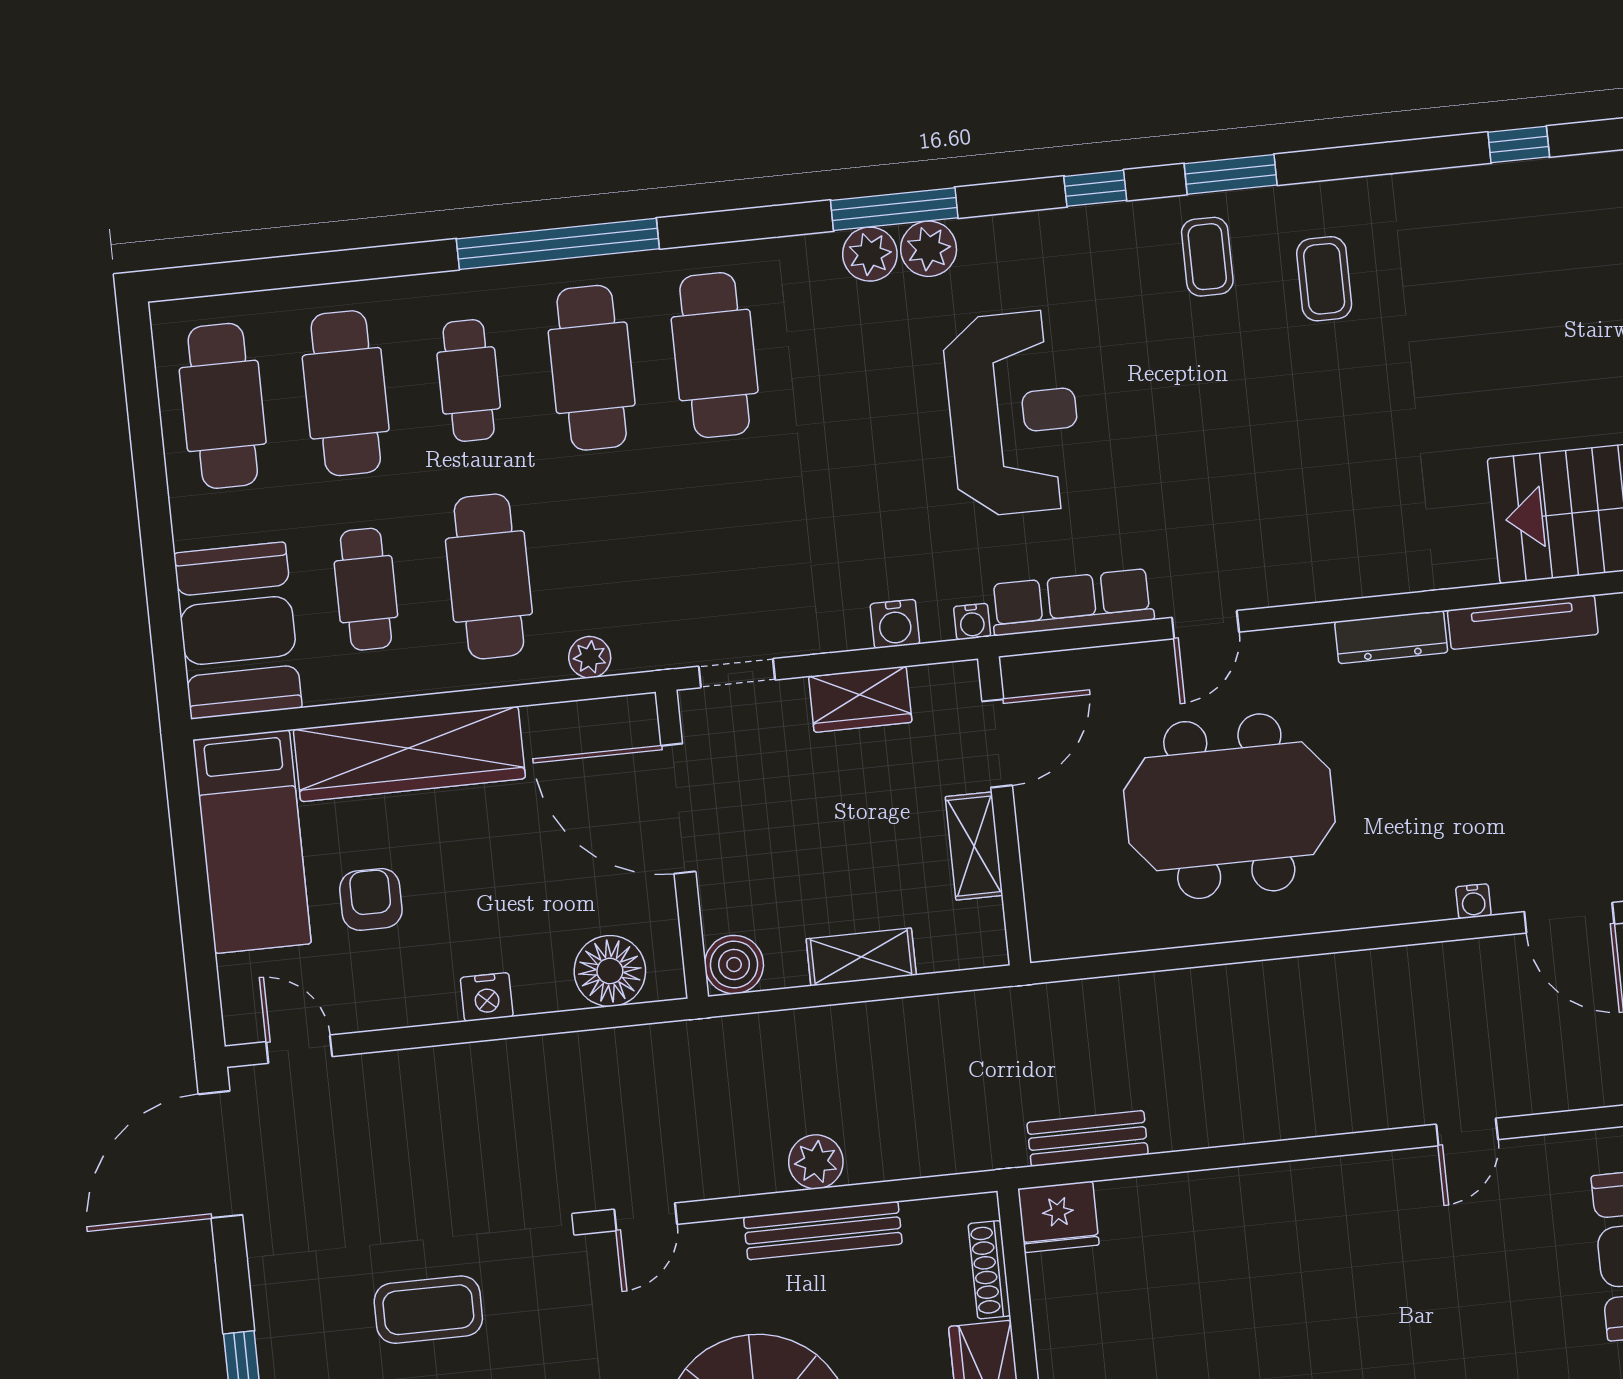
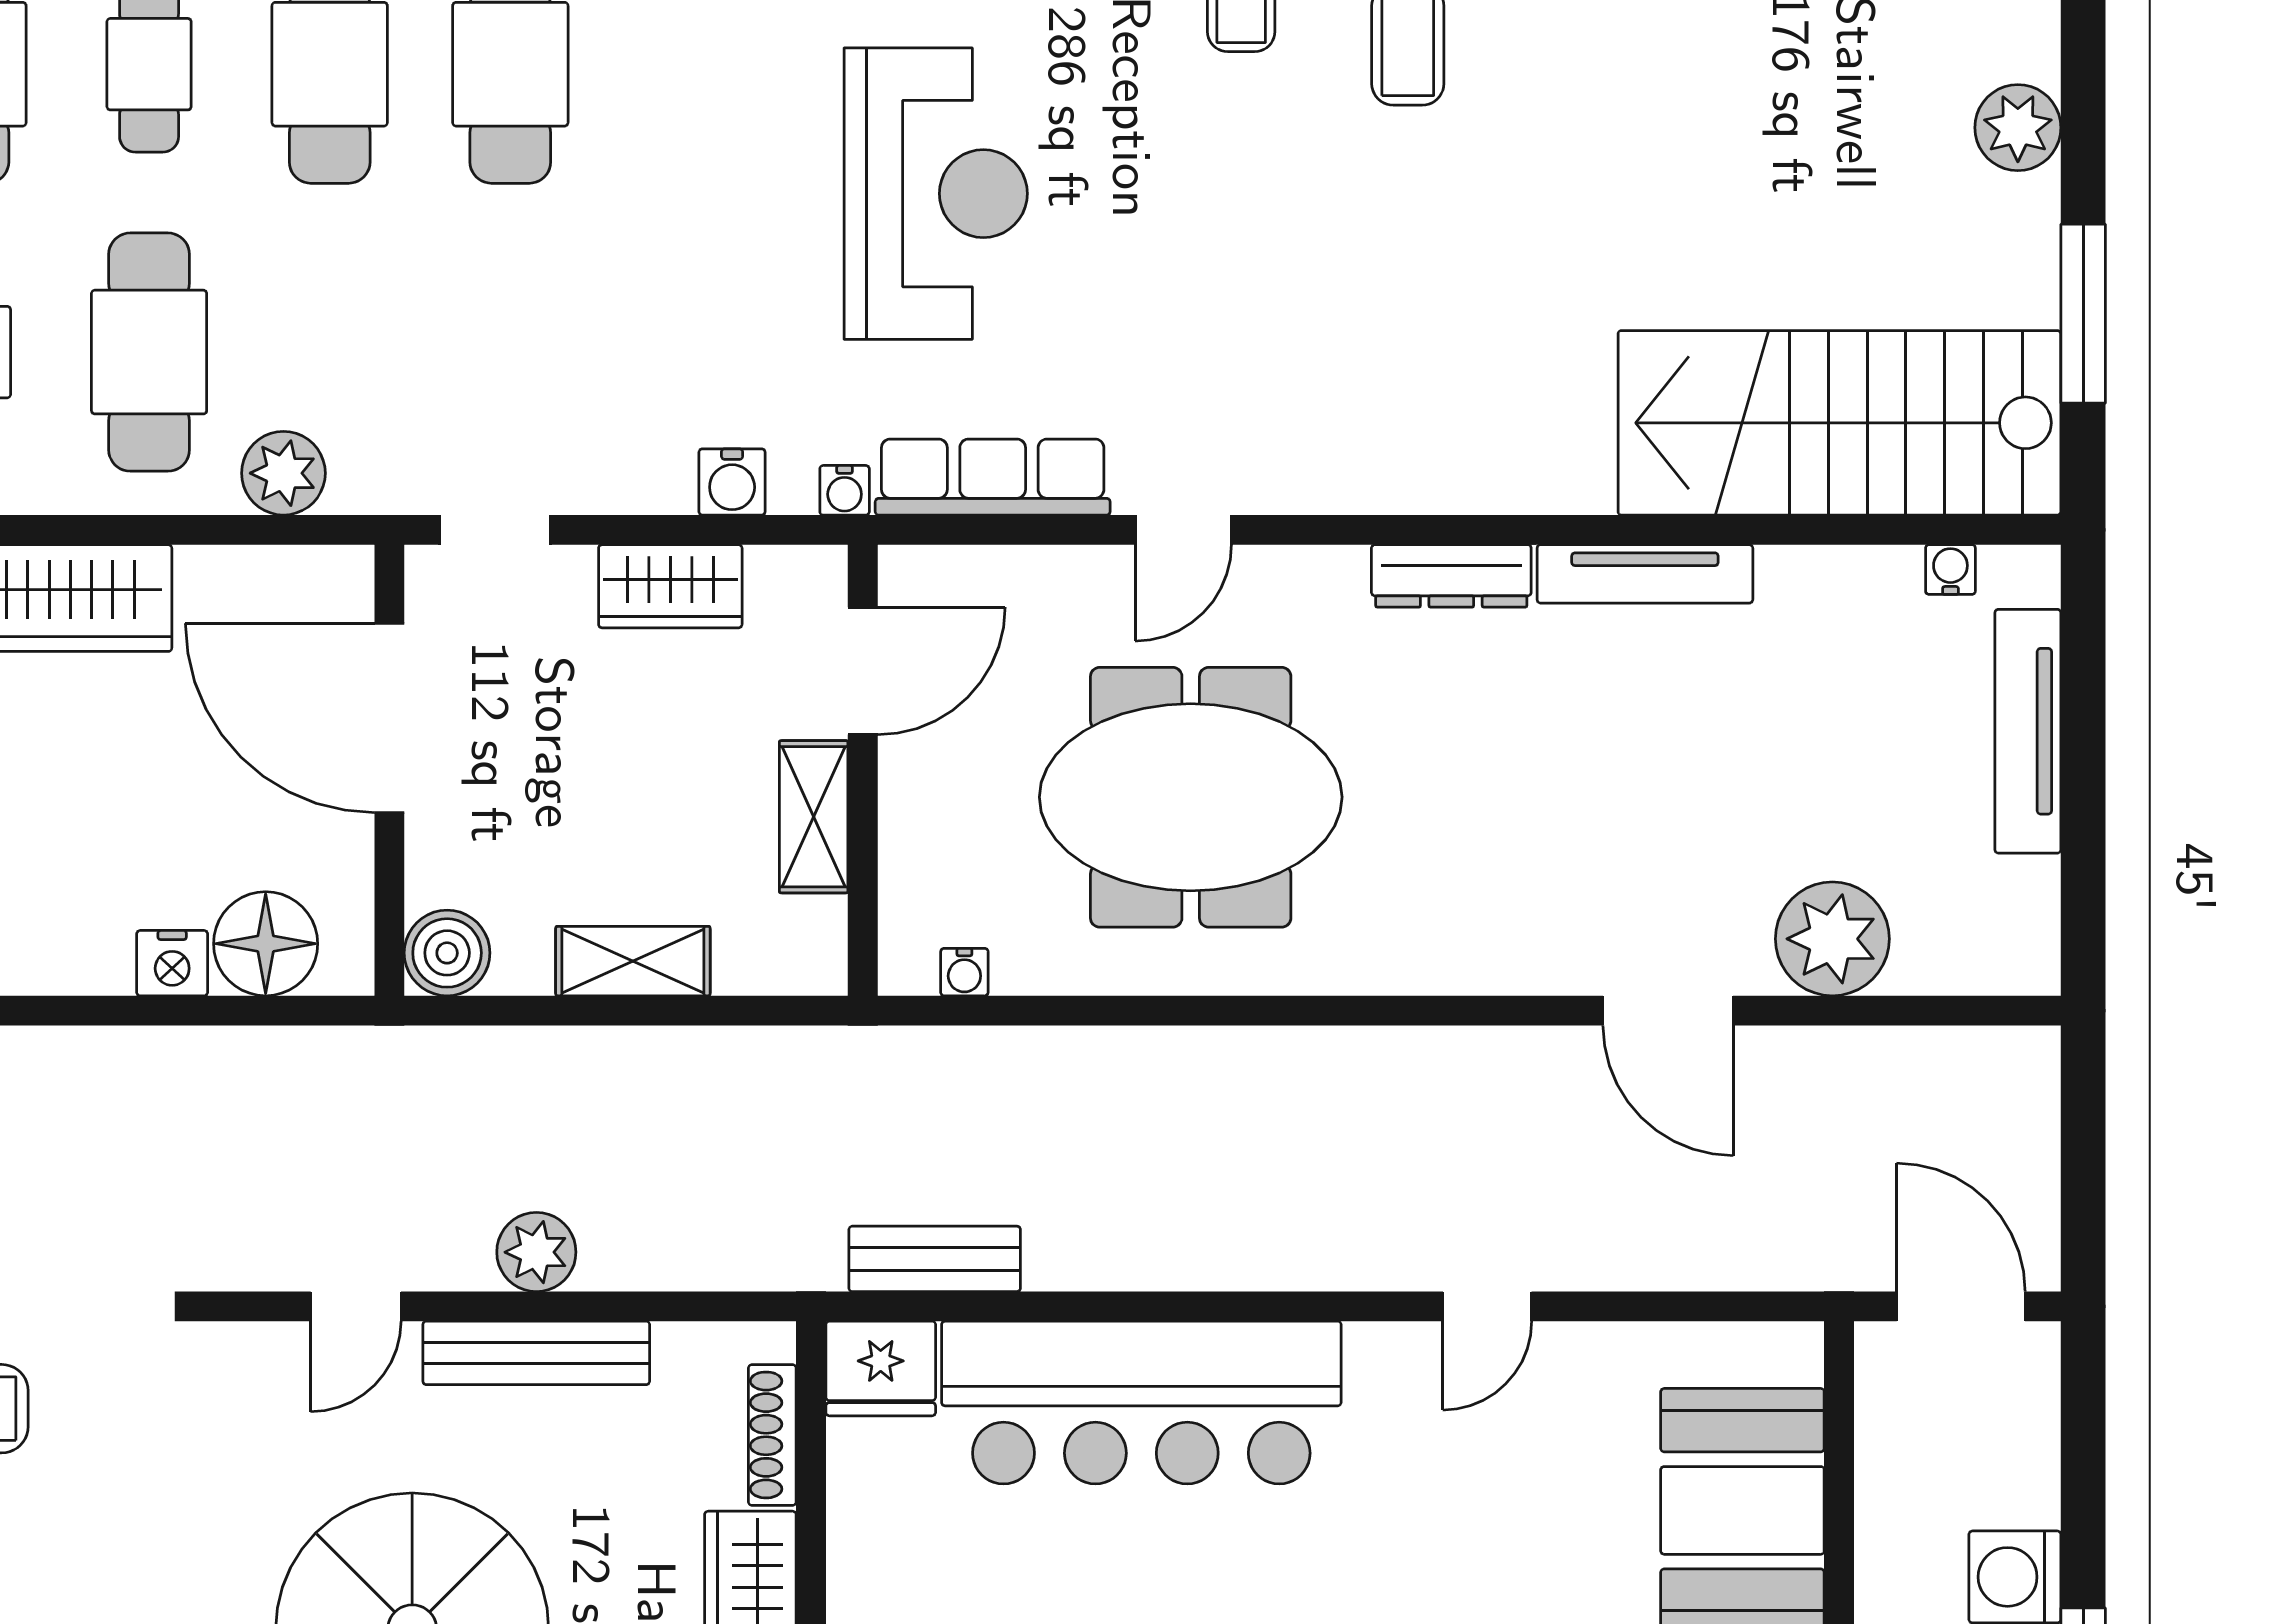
plant: (590, 657) -> (283, 473), width x1.38, depth x1.38
water cooler: (1473, 901) -> (964, 972), moved
nightstand: (487, 997) -> (172, 963), moved
door: (646, 1217) -> (356, 1306), moved
bar counter: (1238, 1222) -> (1141, 1403), added

